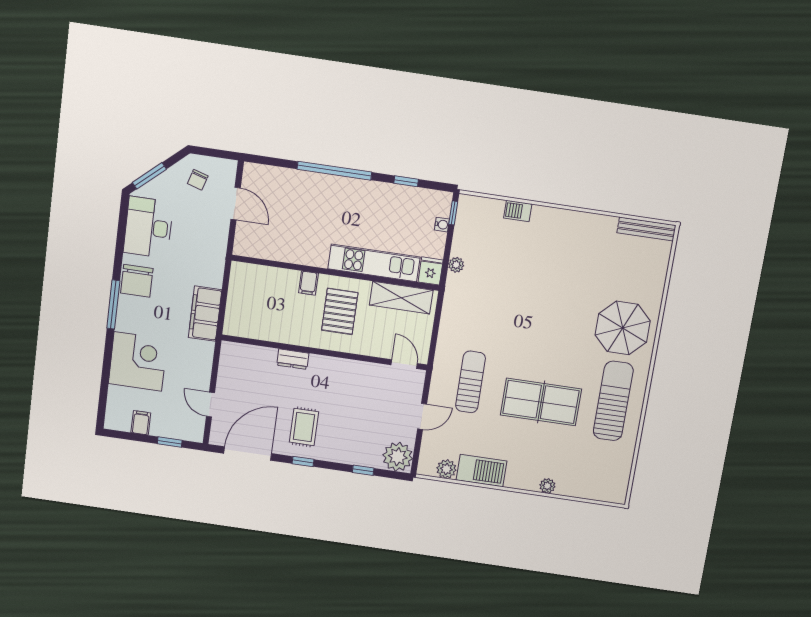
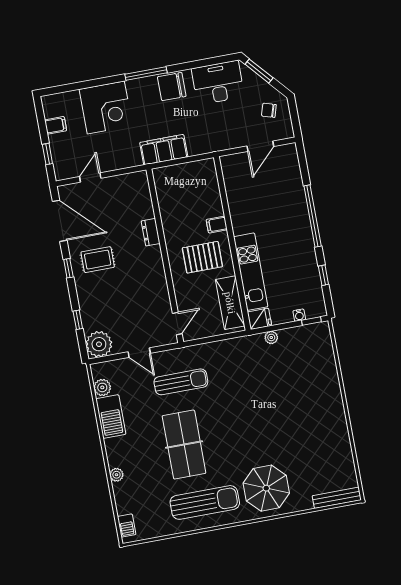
barbecue: (518, 211) -> (127, 525), moved, turned 180
bench: (646, 229) -> (337, 498), moved, turned 90

